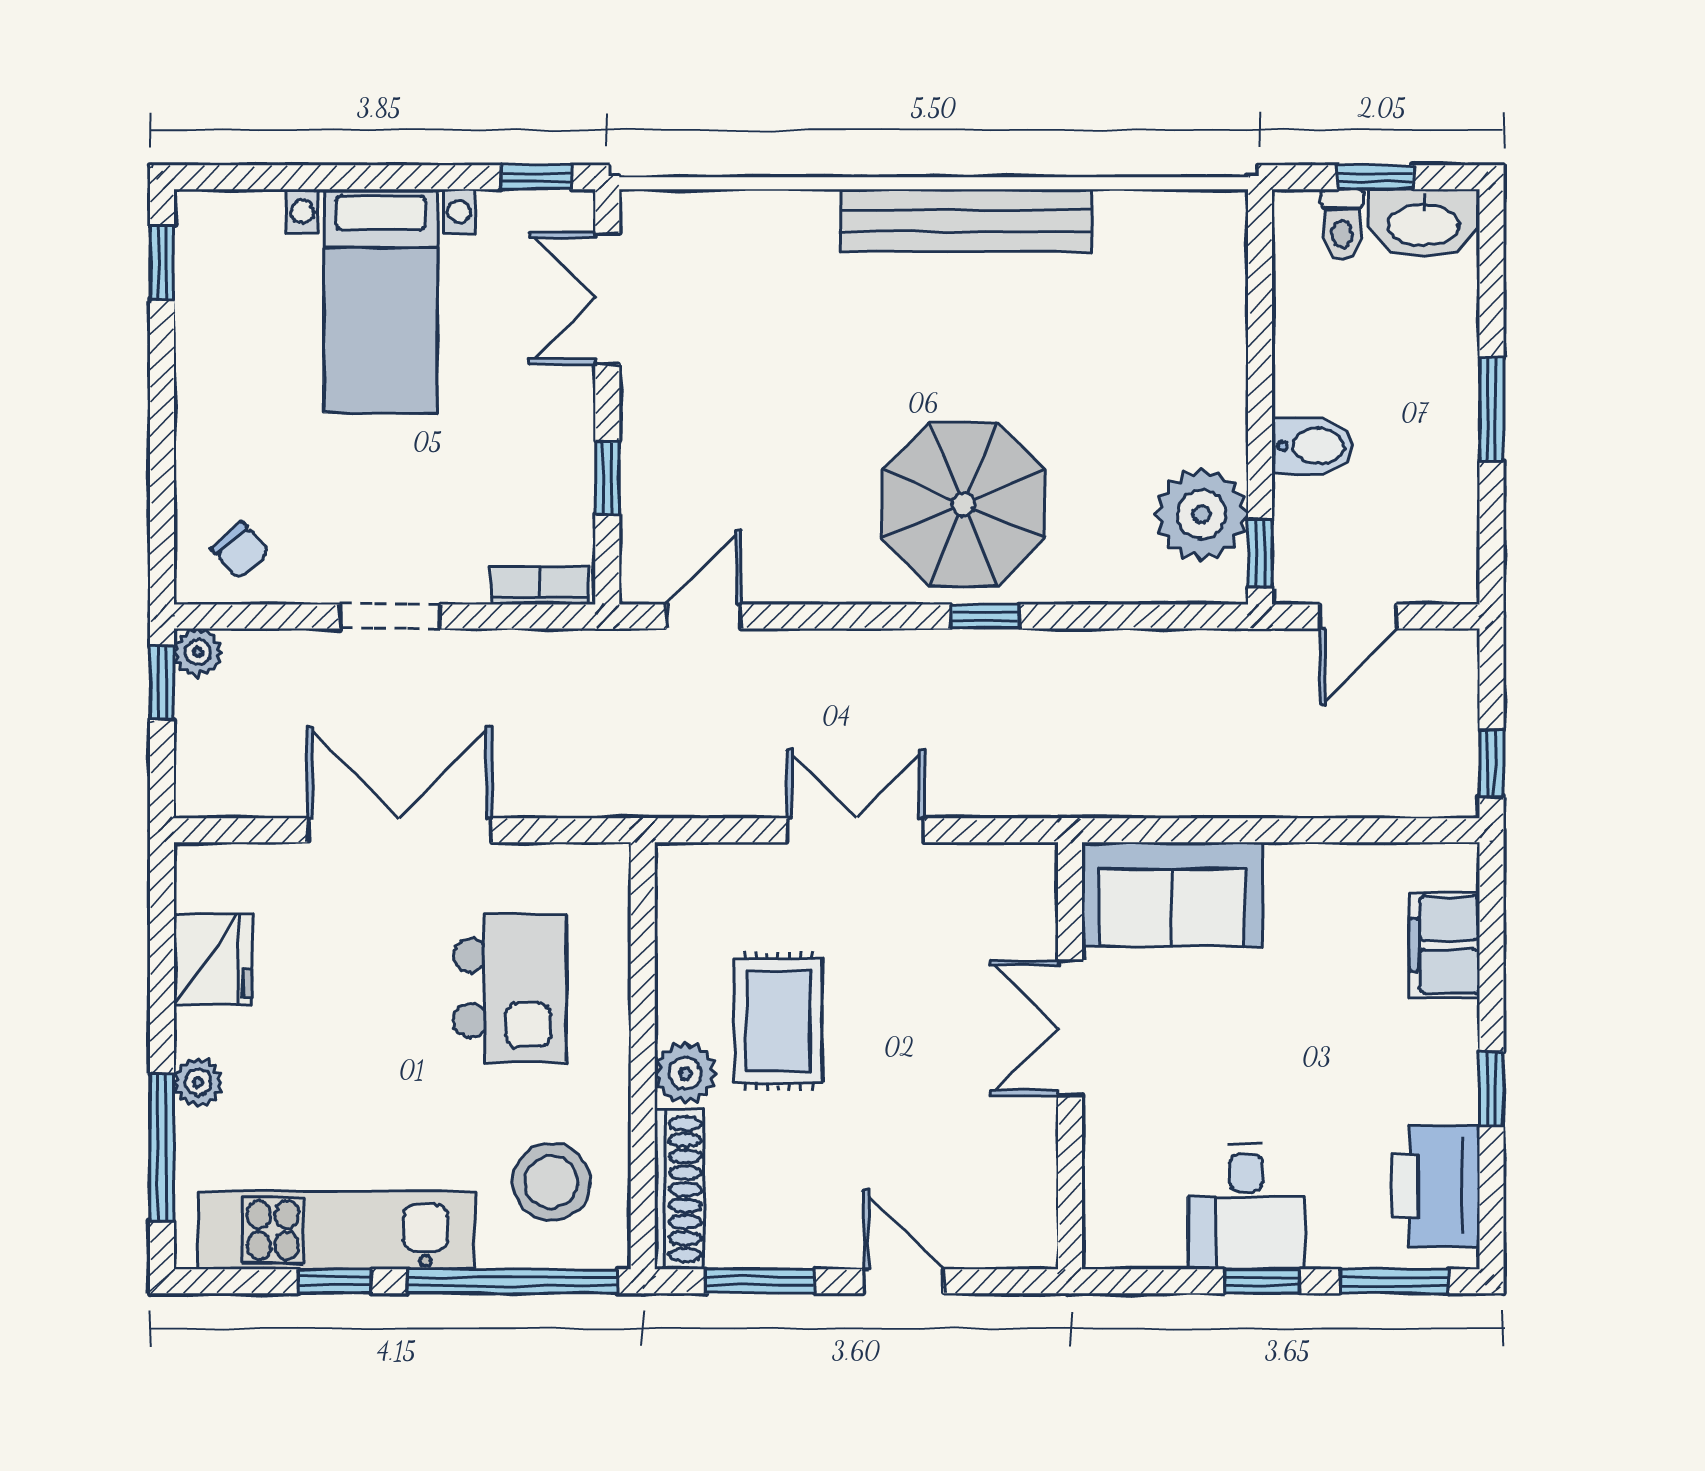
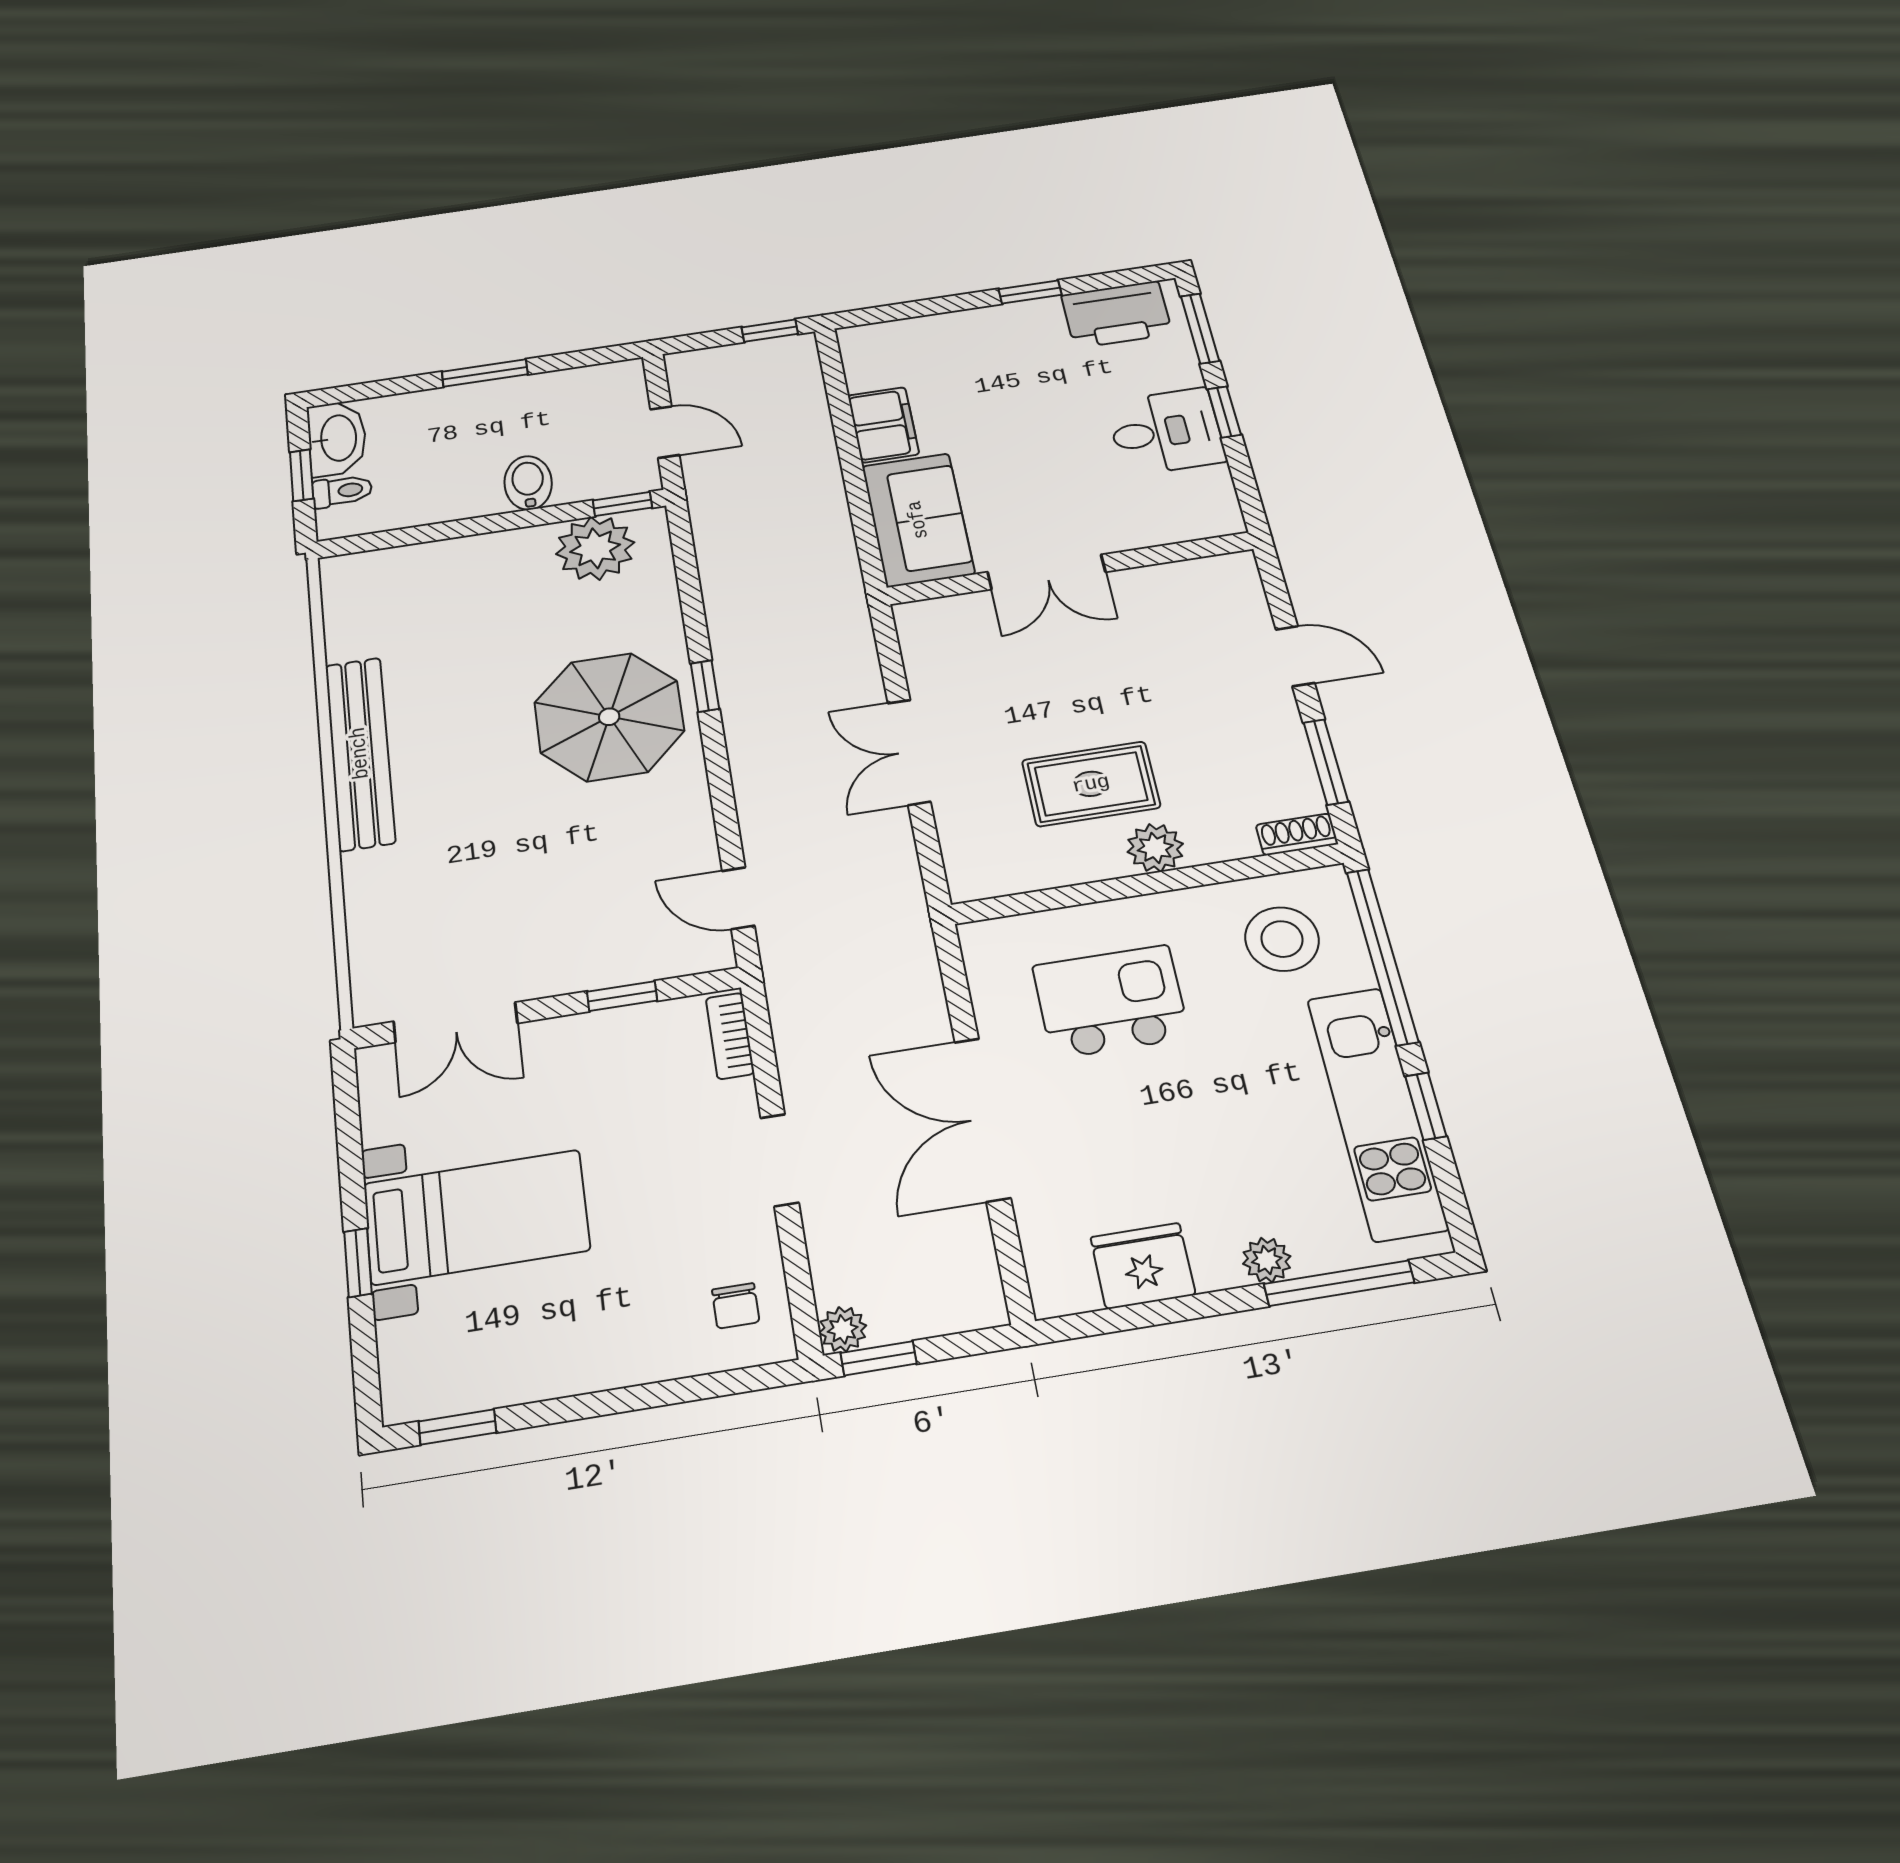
window: (536, 177) -> (358, 1263), moved
chair: (240, 550) -> (736, 1306), turned 131
filing cabinet: (1445, 945) -> (883, 425), moved, turned -90
shoe rack: (679, 1189) -> (1297, 834), width x0.51, depth x0.81
door: (903, 1281) -> (1295, 656), swing flipped

